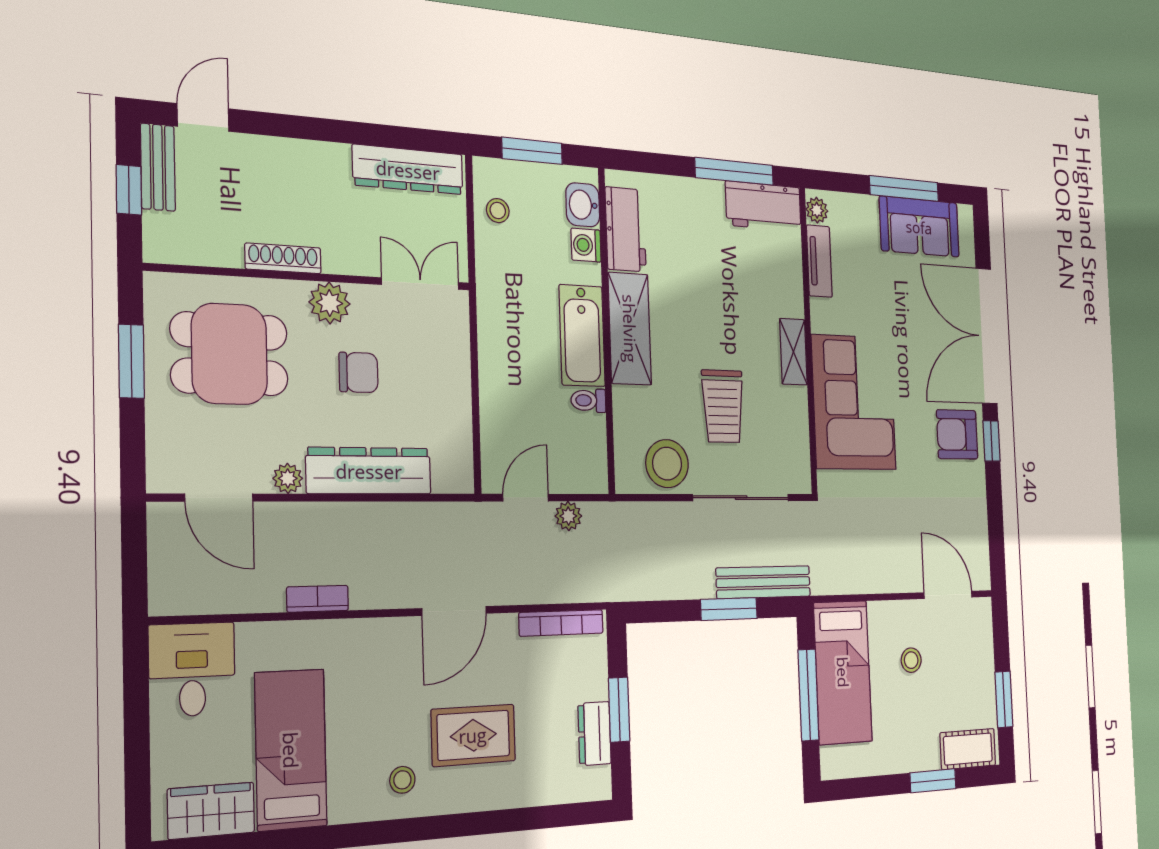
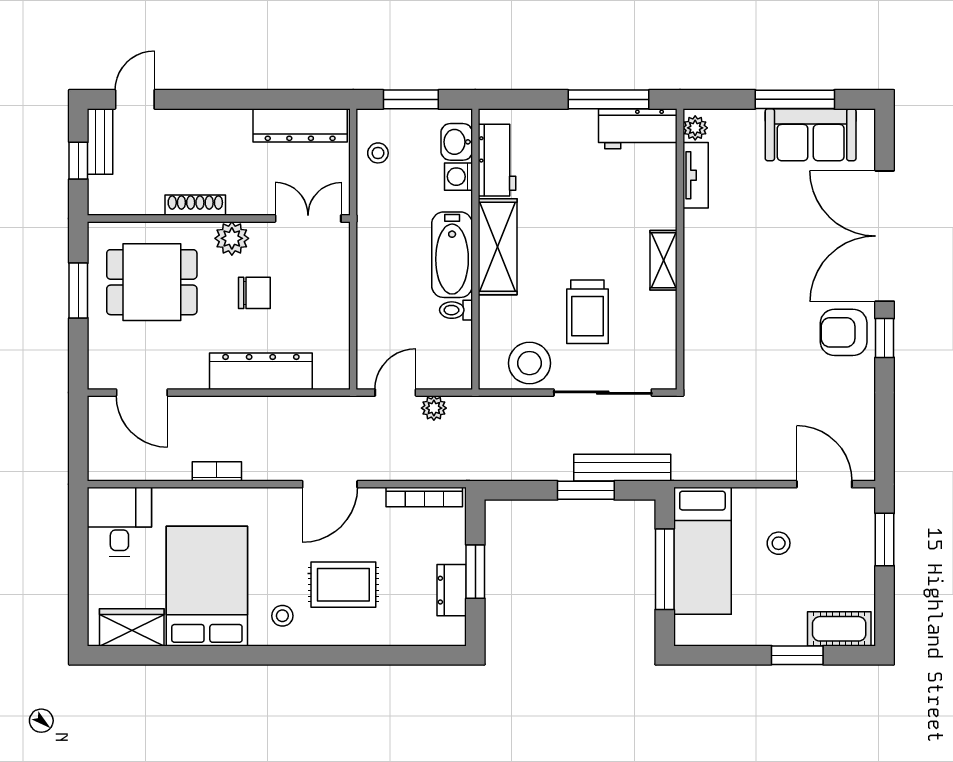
corner sofa: (854, 403) -> (727, 305), removed
plant: (288, 478) -> (195, 378), removed
window: (1004, 699) -> (885, 540), moved
bed: (291, 750) -> (207, 586), width x1.50

